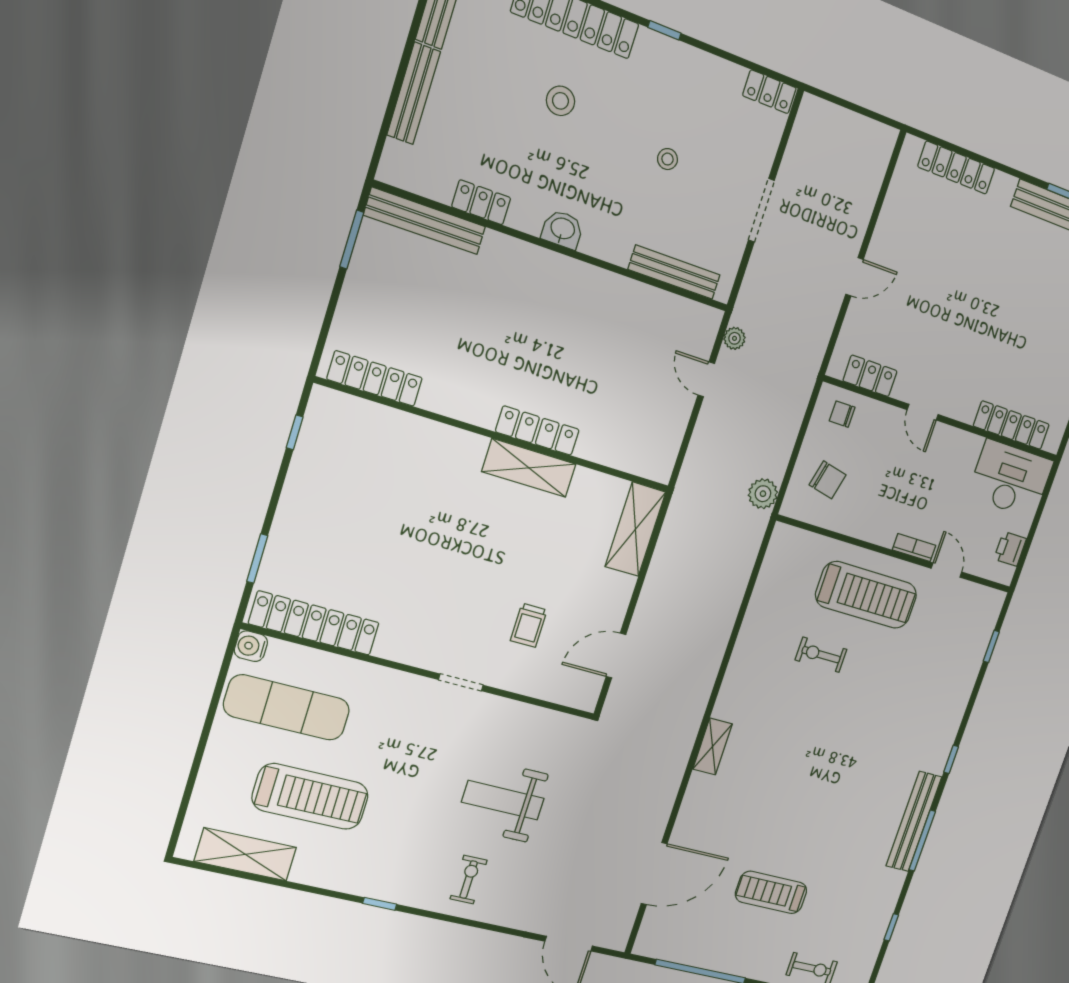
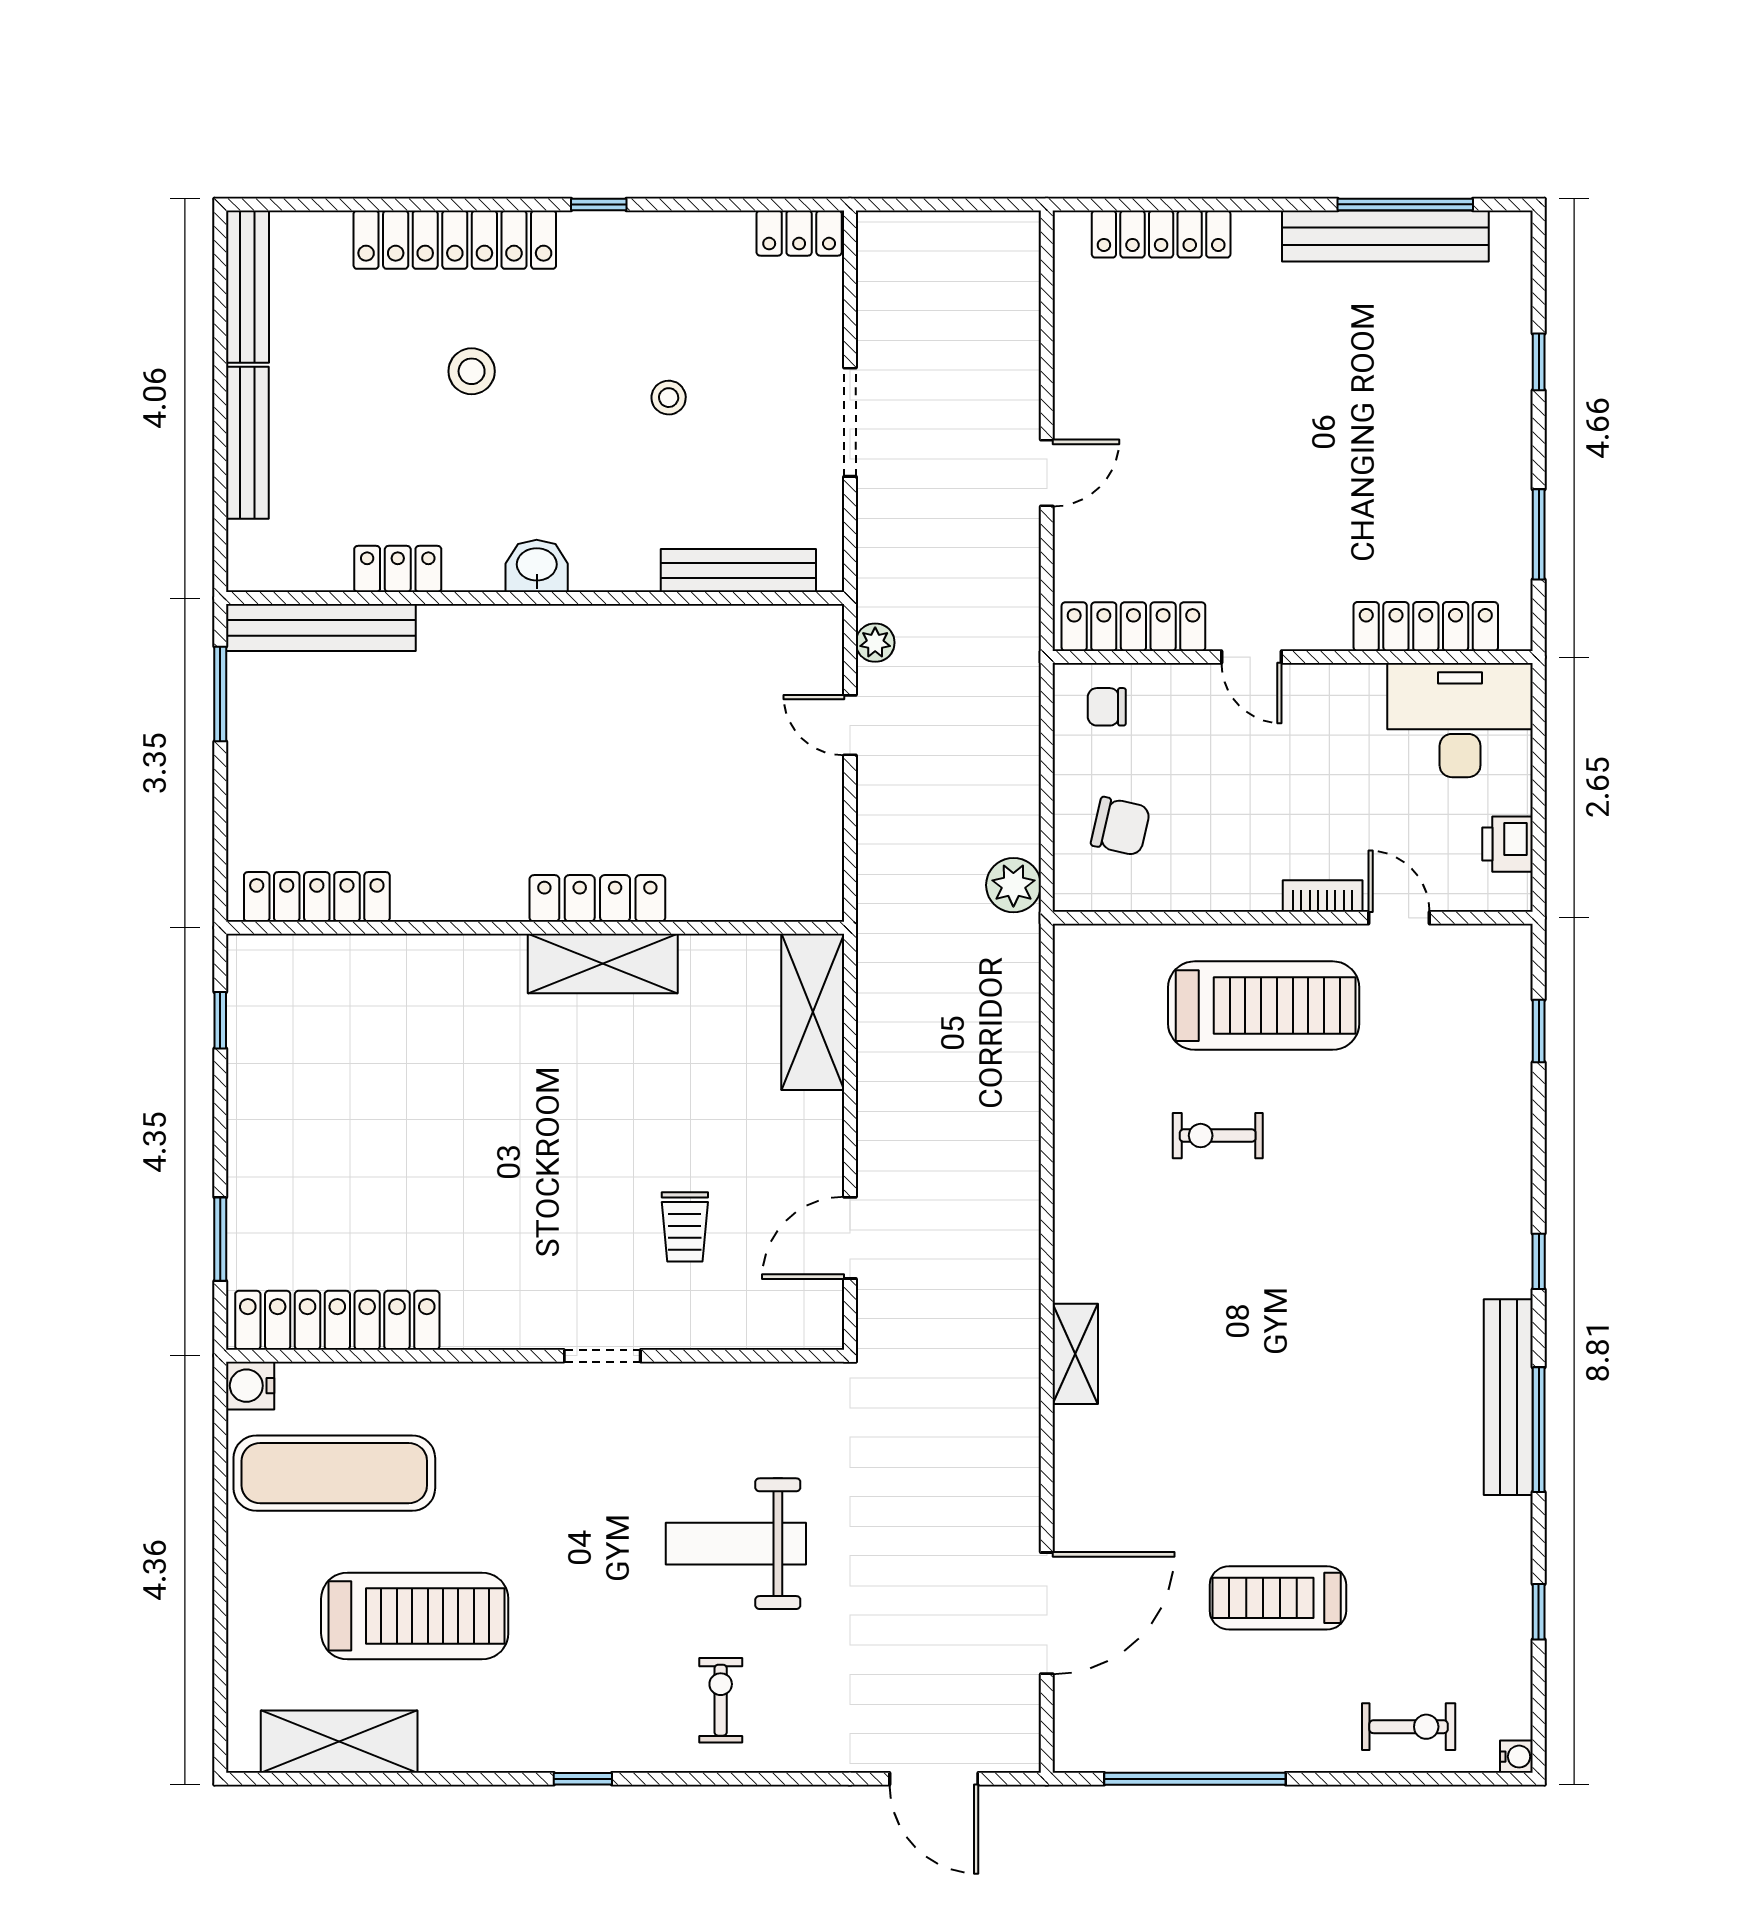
locker: (870, 376) -> (1133, 627), width x1.53

